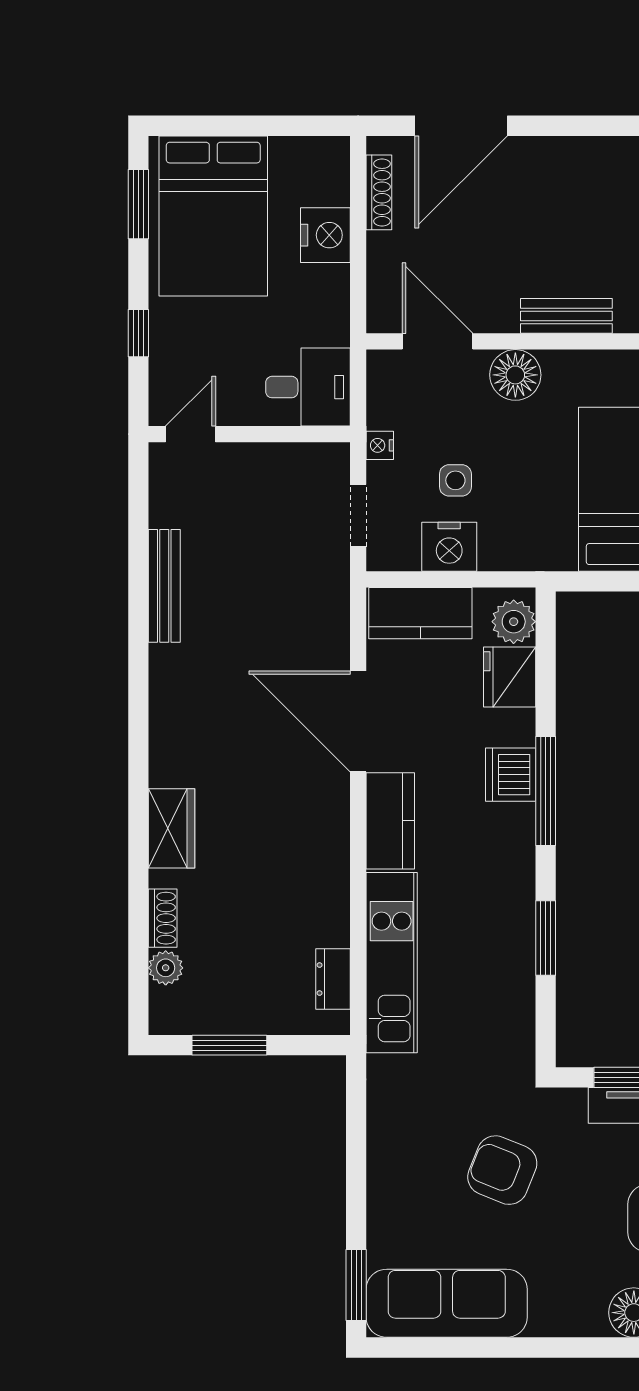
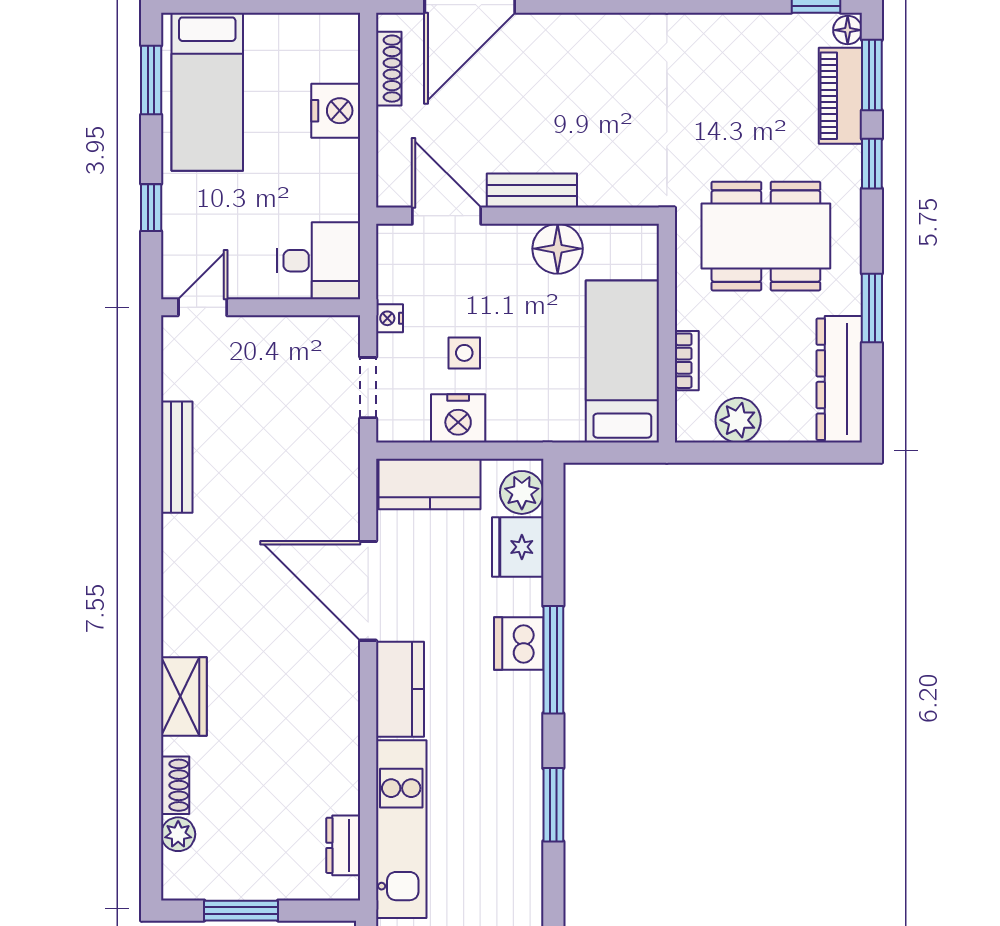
bed: (213, 216) -> (207, 92), width x0.67
bench: (566, 316) -> (532, 190), moved
floor lamp: (515, 375) -> (558, 249), moved

